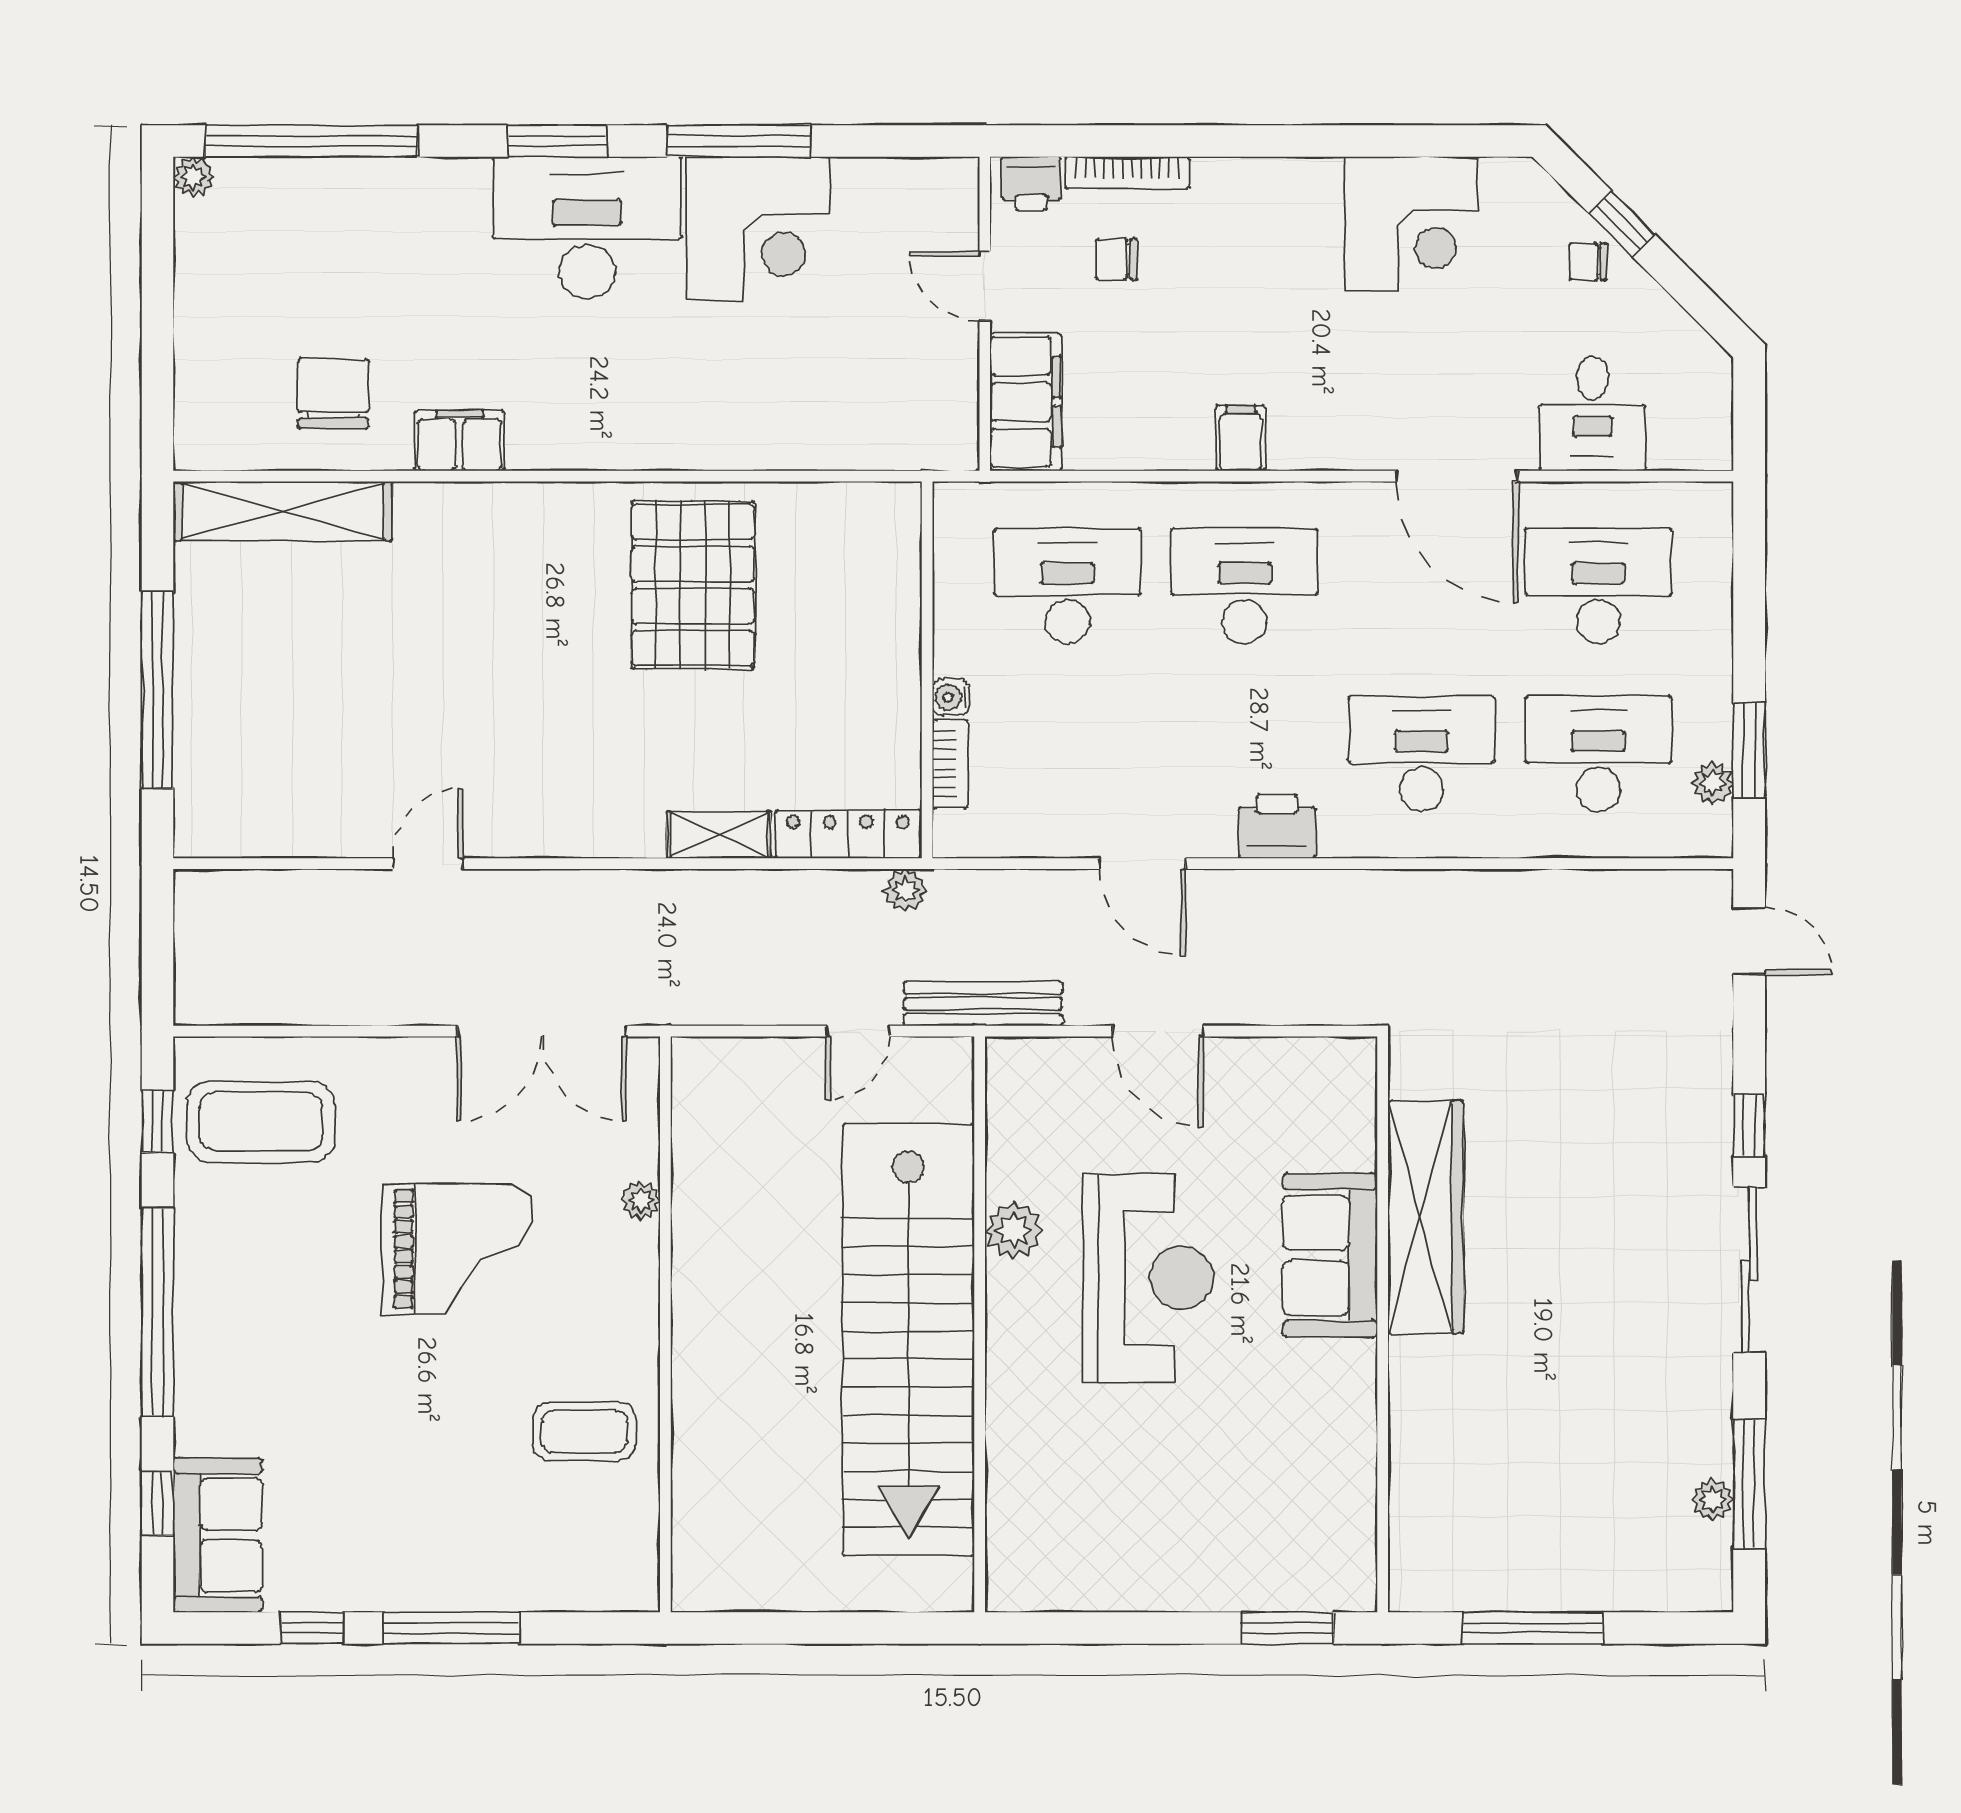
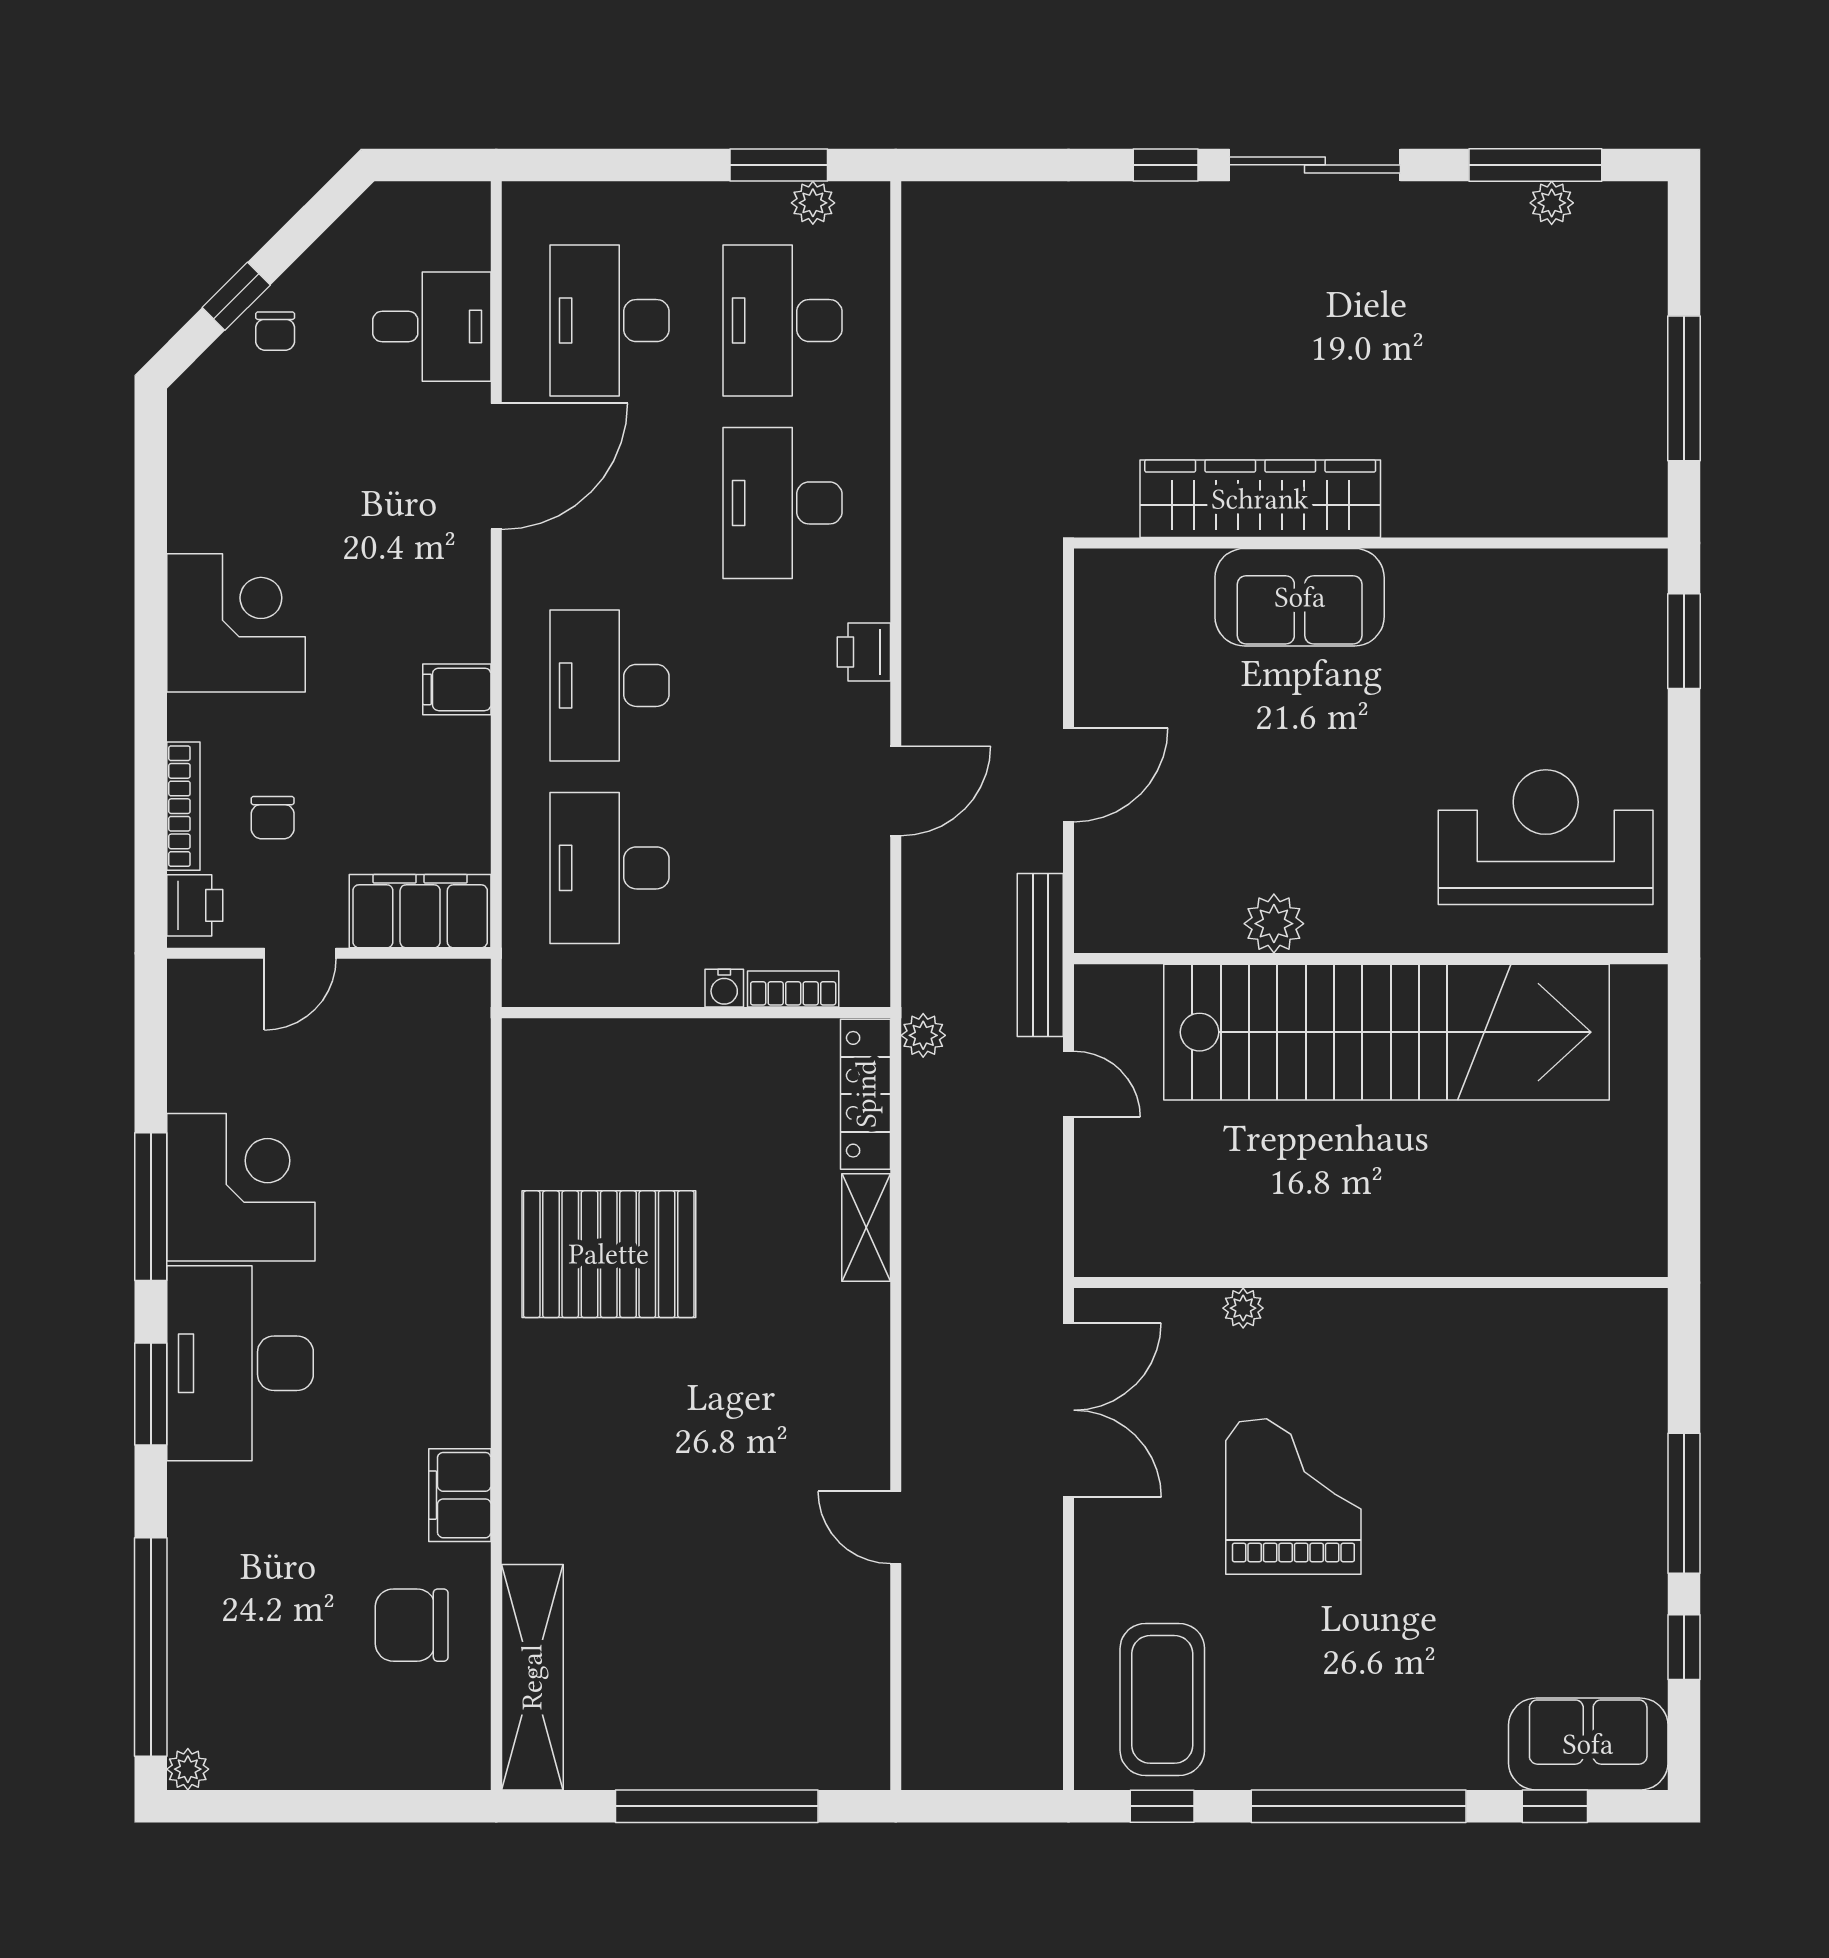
corner desk: (1411, 224) -> (236, 623), moved
printer: (1277, 826) -> (864, 652), width x0.73, depth x0.81
door: (1749, 941) -> (976, 165), removed
reception desk: (1148, 1278) -> (1546, 837), moved
coffee table: (584, 1431) -> (1481, 1366), removed

